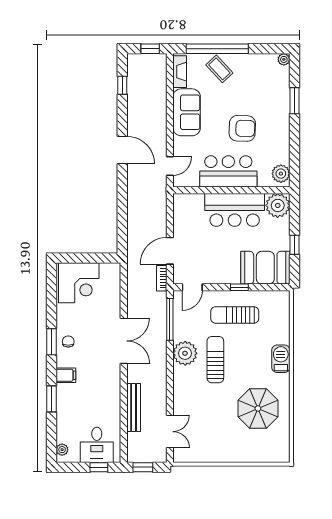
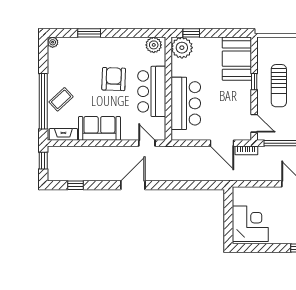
bar counter: (235, 210) -> (186, 103), moved
window: (294, 245) -> (191, 33), moved

